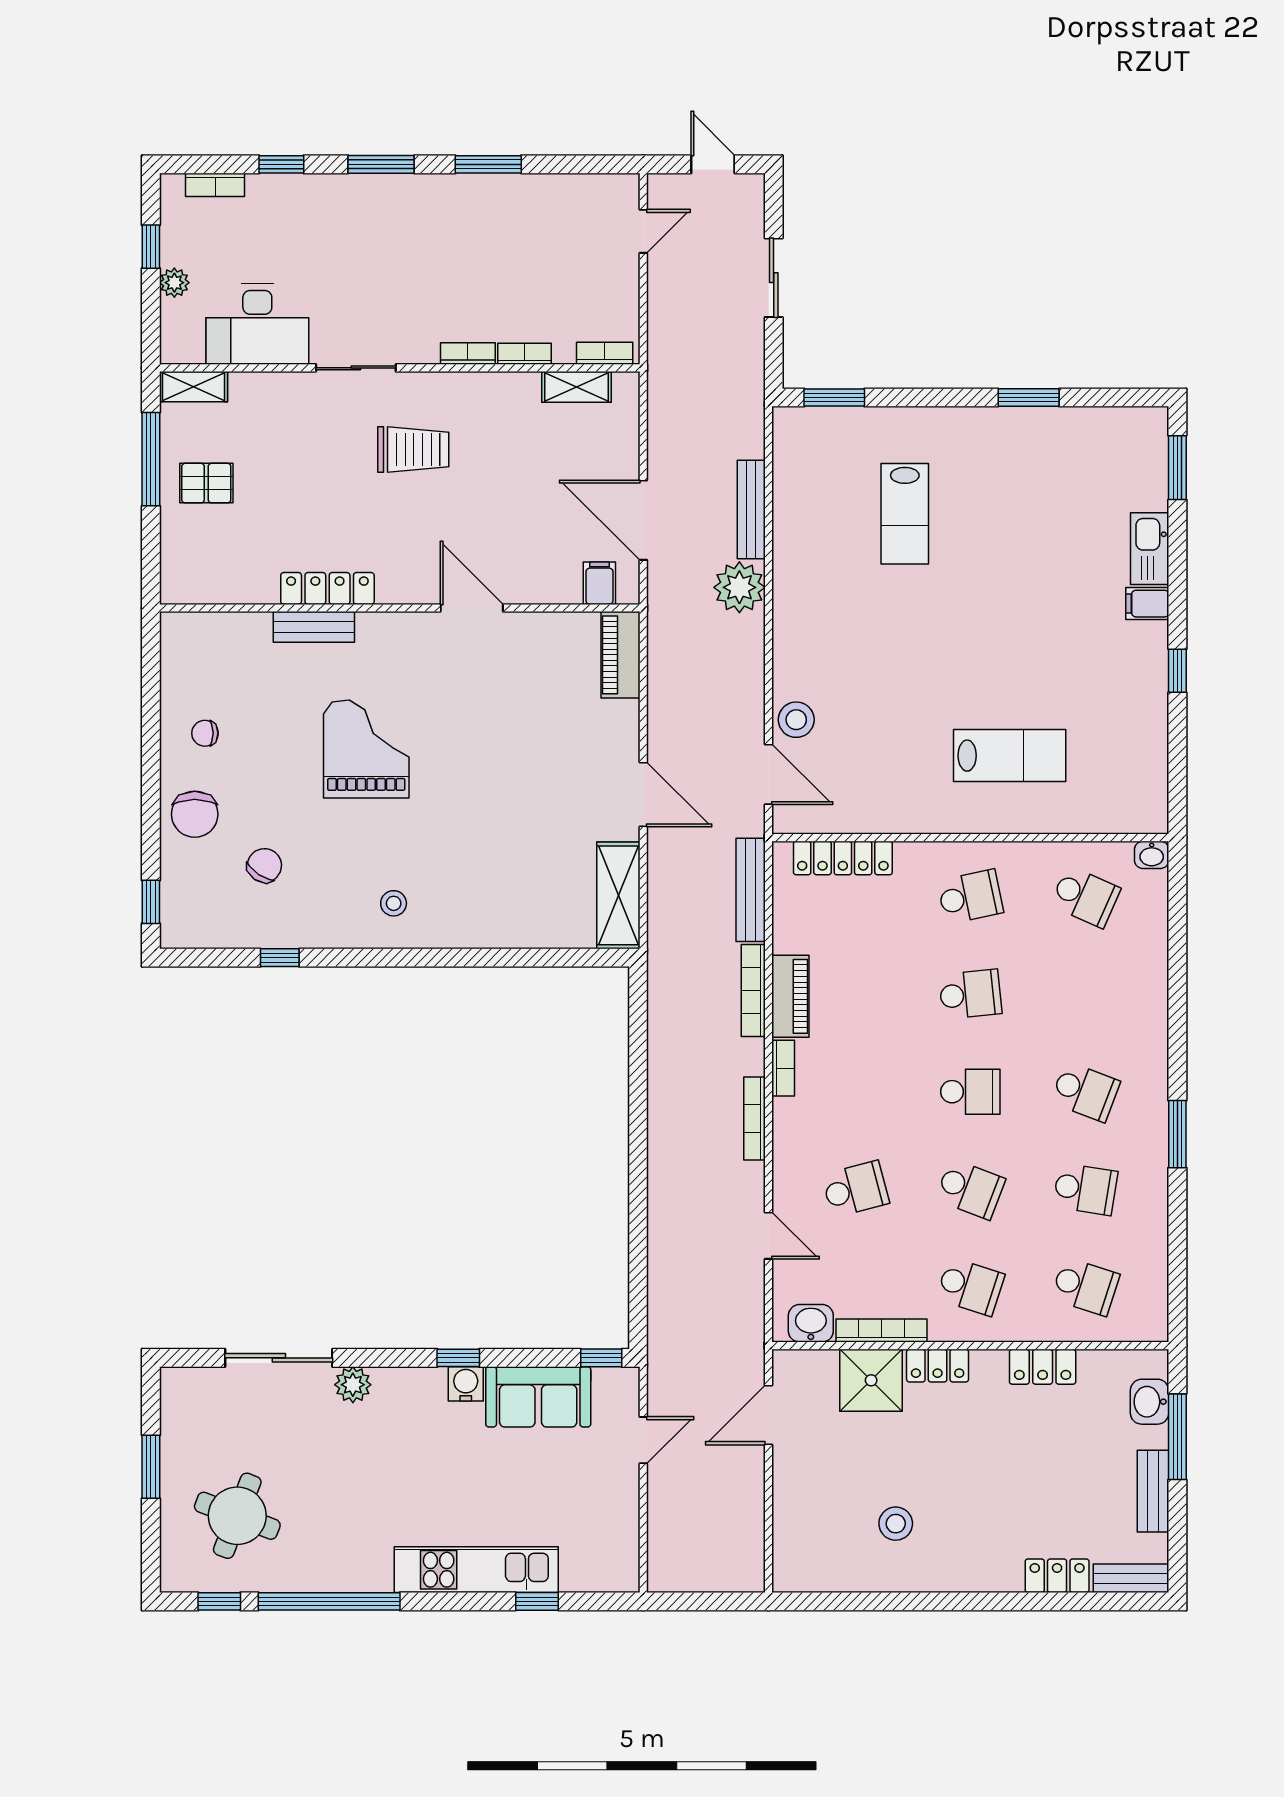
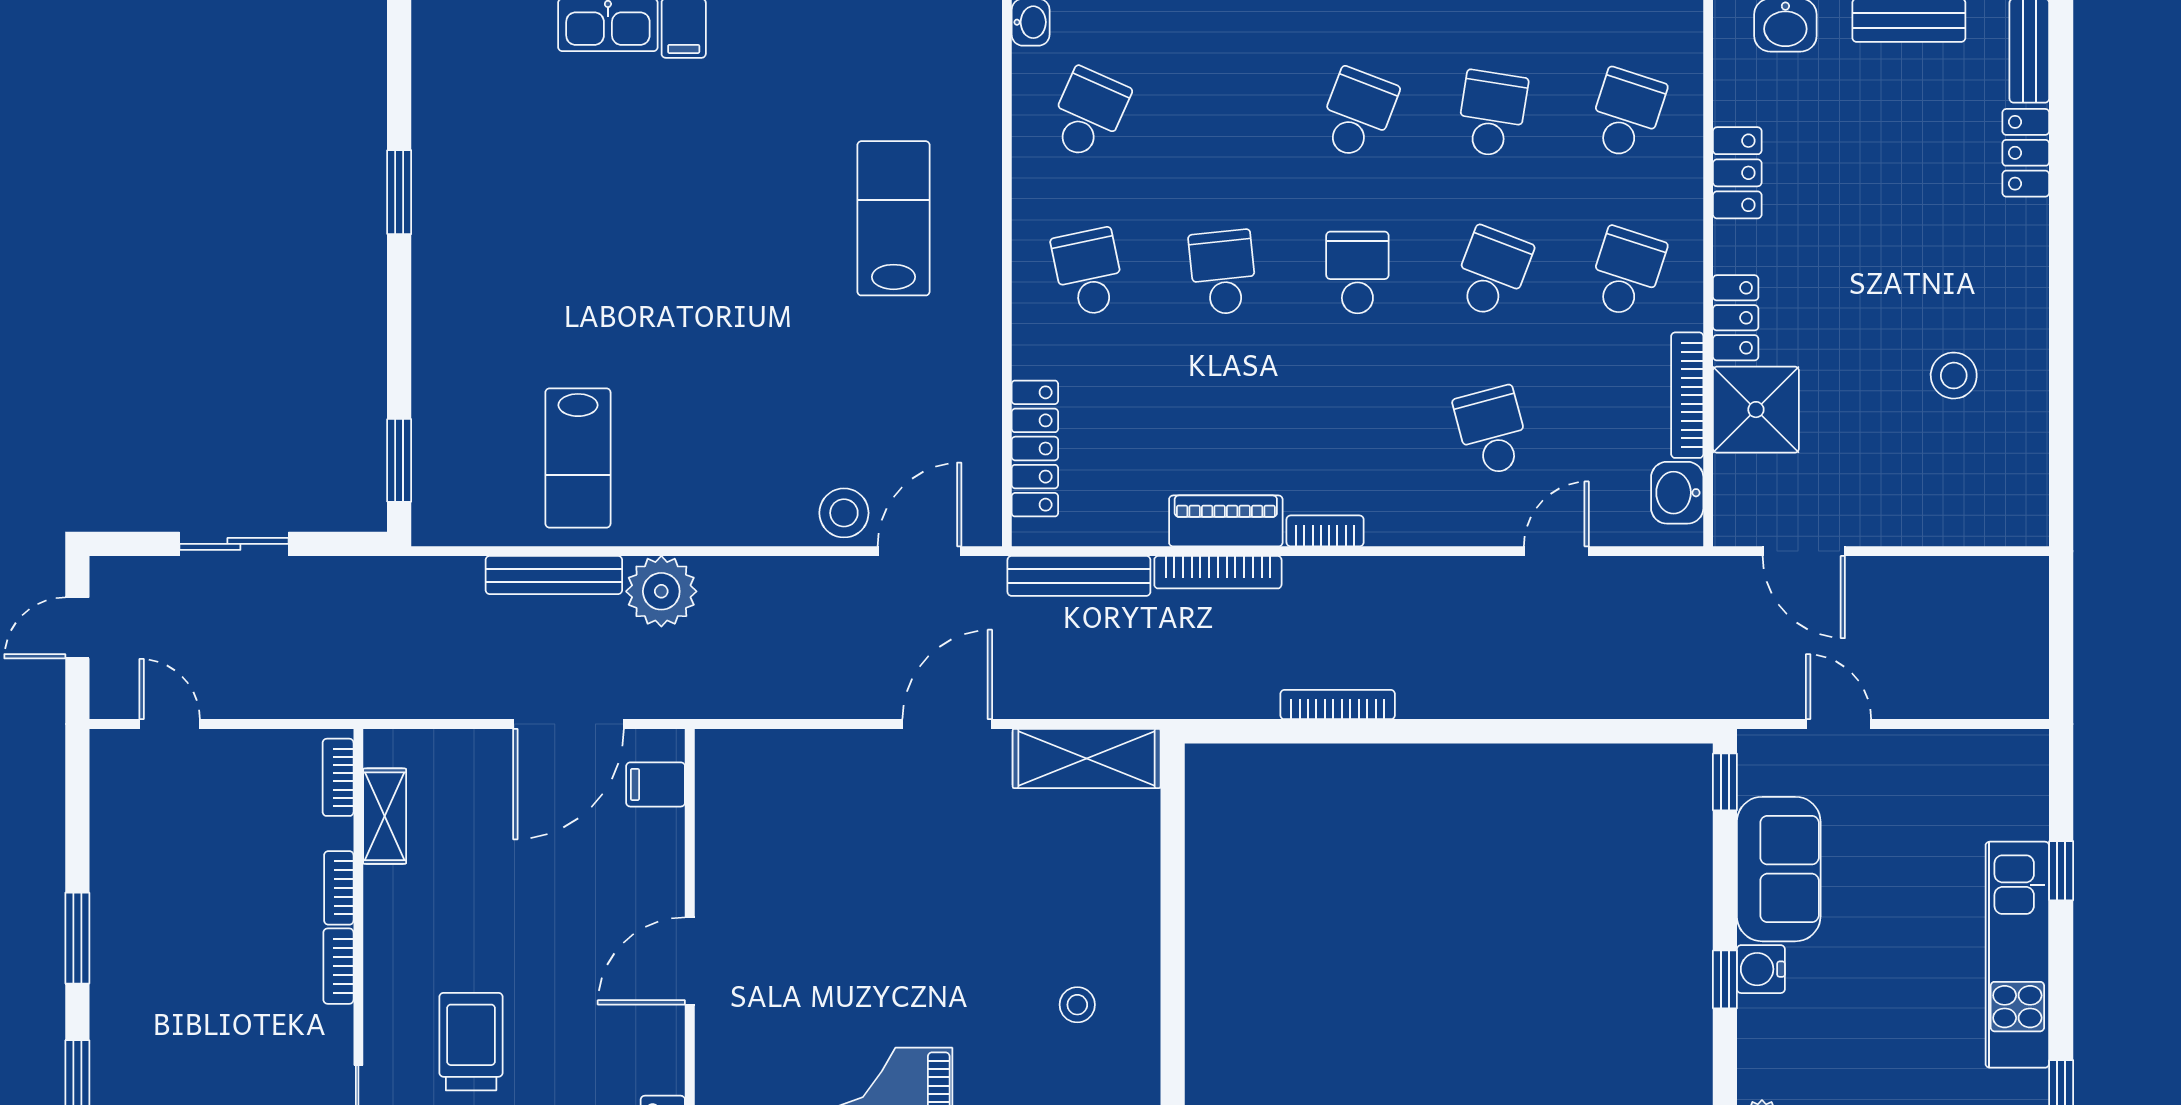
lab bench: (905, 514) -> (578, 458), moved, turned 90
piano: (620, 655) -> (754, 756), removed
stool: (394, 903) -> (1077, 1005), moved
bookcase: (754, 1118) -> (1338, 705), moved, turned 180

